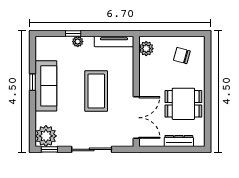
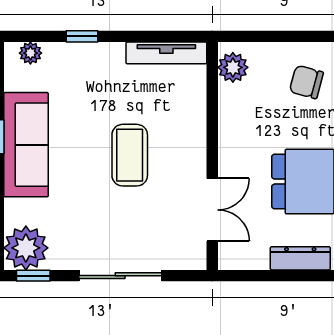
plant: (78, 42) -> (30, 53), moved
coffee table: (96, 91) -> (130, 155), width x0.73, depth x0.76
double door: (136, 118) -> (212, 210), width x0.73

